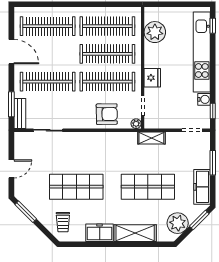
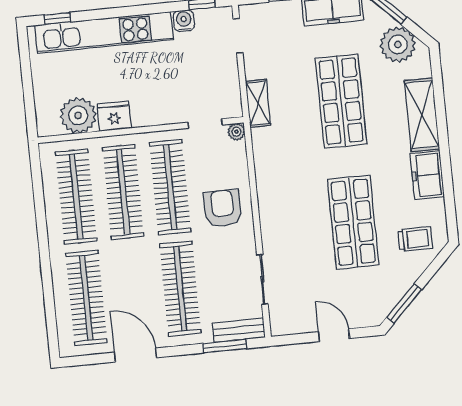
door: (11, 52) -> (135, 355), hinge flipped
fridge: (152, 78) -> (114, 116), moved
armchair: (107, 114) -> (223, 208), moved

